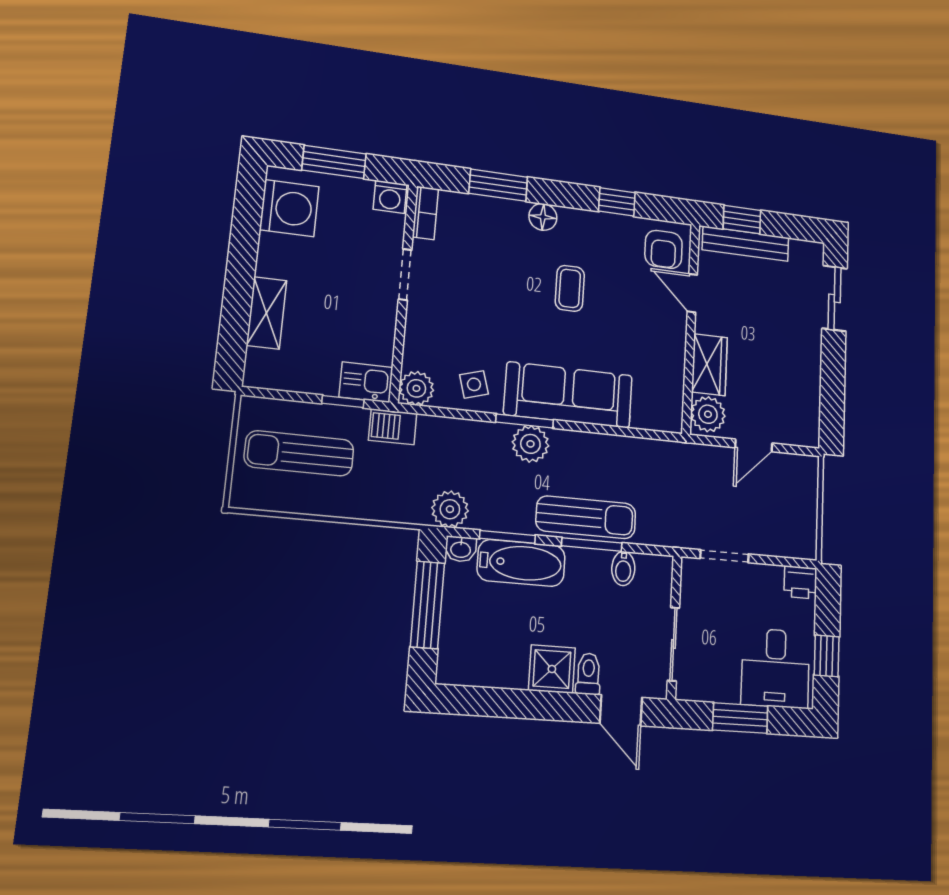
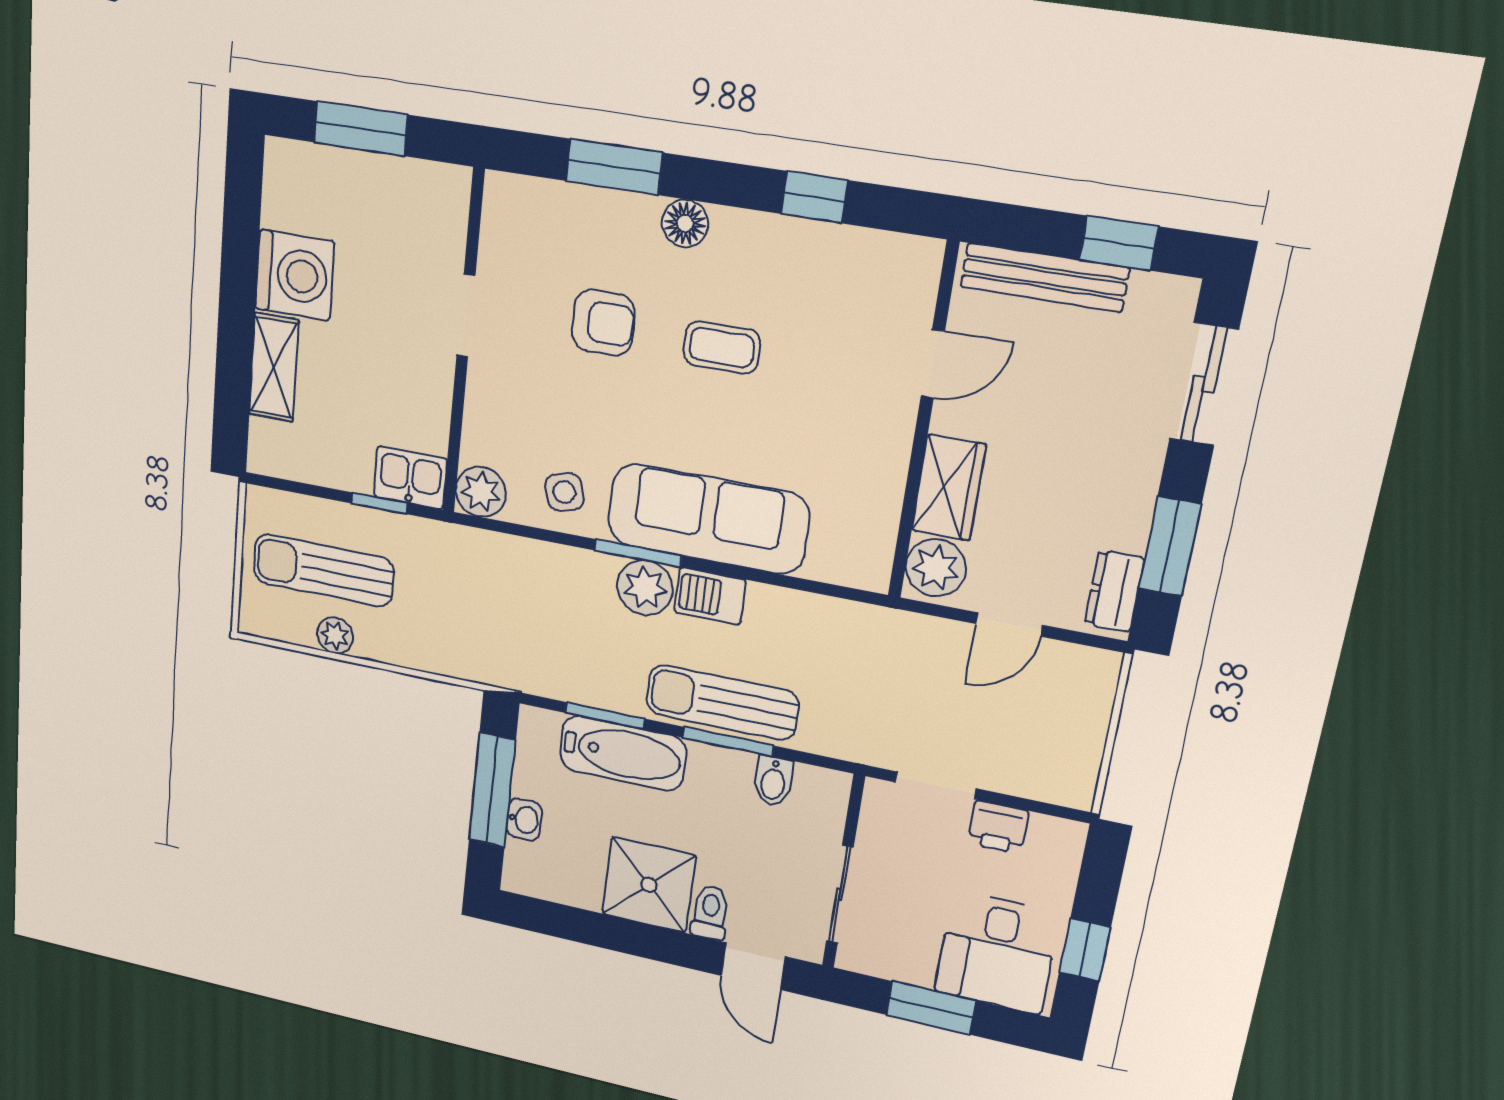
washing machine: (390, 197) -> (444, 187), removed
washing machine: (289, 208) -> (295, 275), moved
bookcase: (425, 213) -> (497, 215), removed
window: (742, 220) -> (1119, 243), moved
armchair: (664, 249) -> (603, 323), moved, turned -90
coffee table: (570, 288) -> (722, 347), turned 90
door: (692, 293) -> (933, 364), swing flipped
window: (833, 390) -> (1170, 546), added
dresser: (808, 419) -> (1114, 591), added
barbecue: (393, 427) -> (710, 596), moved
plant: (450, 509) -> (335, 635), moved, width x0.73, depth x0.73
sun lounger: (586, 517) -> (722, 702), turned 180
washbasin: (461, 549) -> (524, 820), moved, turned -90
printer: (800, 582) -> (998, 827), moved
shower: (552, 669) -> (649, 885), width x1.36, depth x1.36

